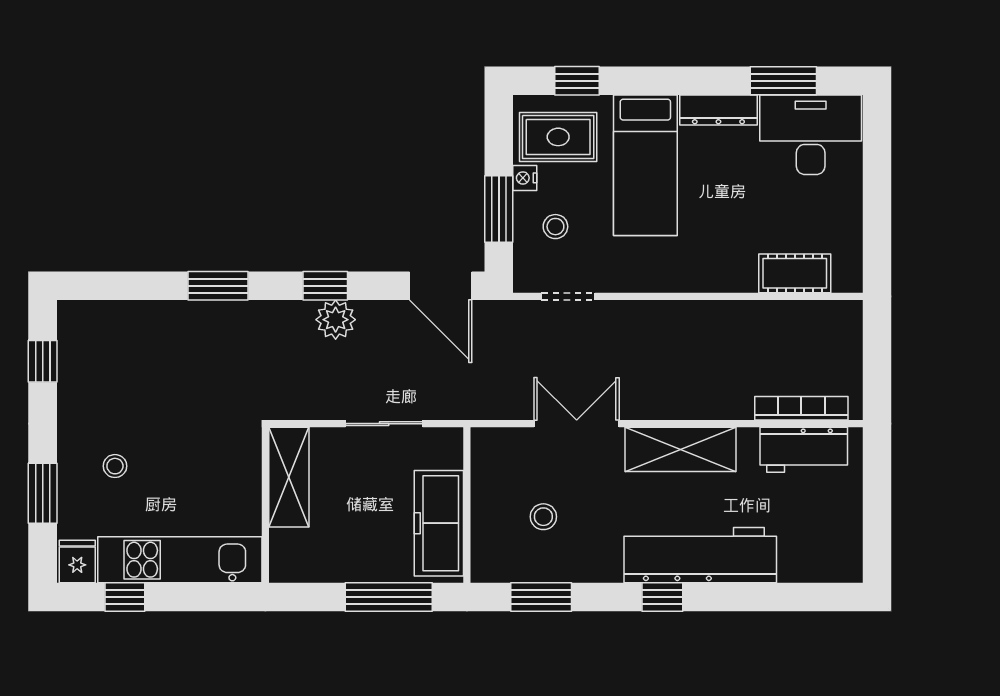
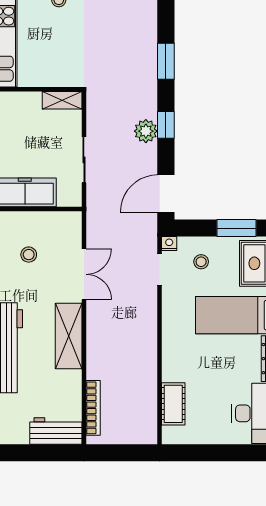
nightstand: (525, 178) -> (169, 243), moved
window: (499, 209) -> (237, 228), moved
workbench: (804, 450) -> (56, 431), moved, turned 90
shelving: (289, 477) -> (62, 100), width x0.67, depth x0.75

